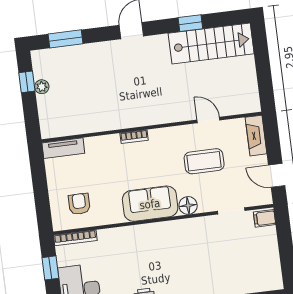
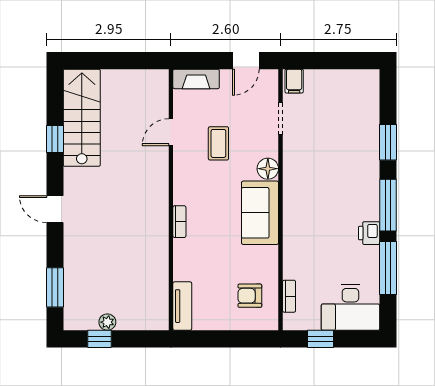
coffee table: (204, 161) -> (218, 143), width x0.73, depth x0.77
bookcase: (75, 238) -> (289, 296), width x0.64

